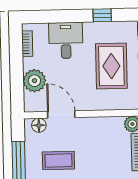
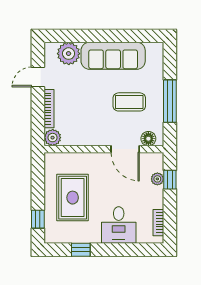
plant: (34, 81) -> (157, 179), width x0.53, depth x0.53
window: (17, 86) -> (170, 180), added

